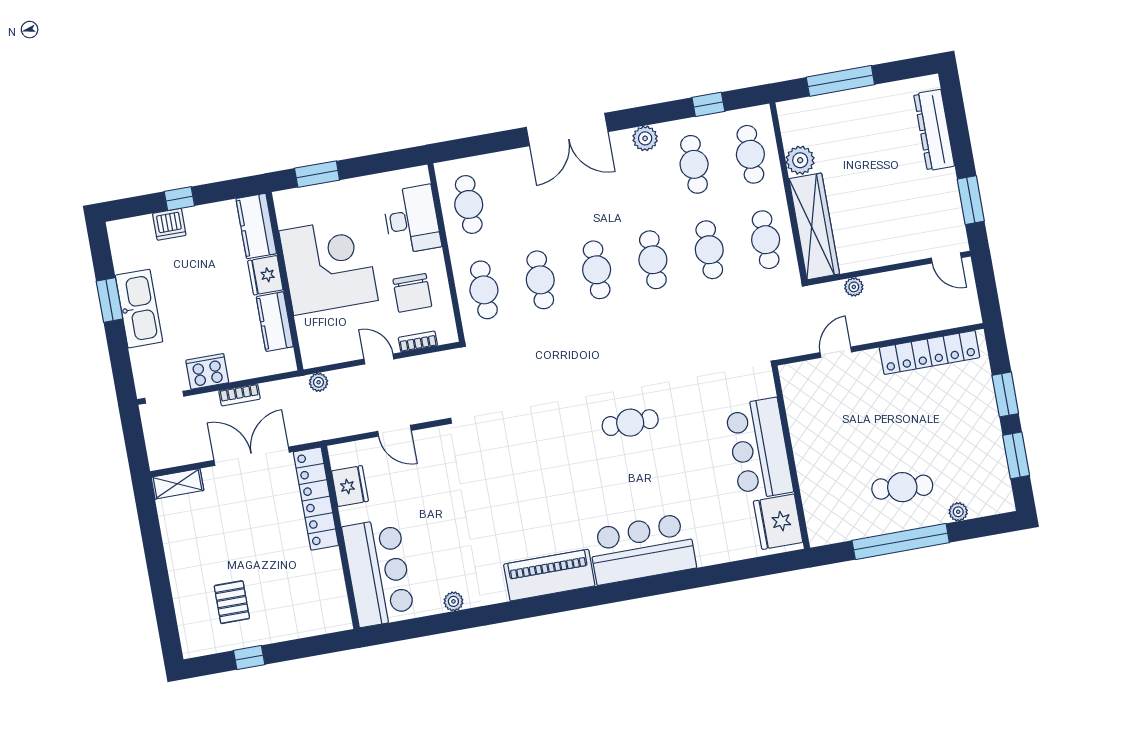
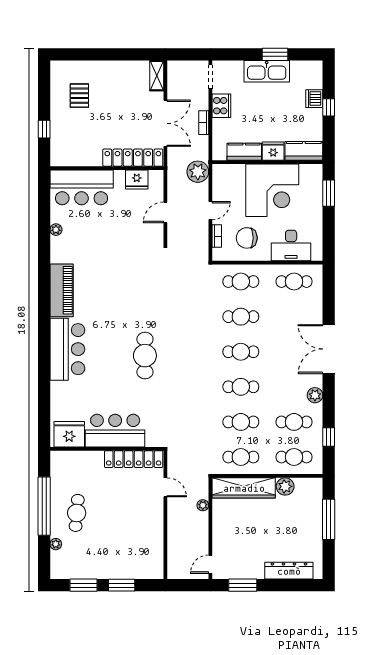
locker: (930, 352) -> (134, 459), moved, turned -90
plant: (319, 382) -> (198, 172), width x1.88, depth x1.88
cafe table: (630, 423) -> (145, 356), width x1.37, depth x1.35
pallet: (232, 602) -> (79, 96), turned 90
window: (249, 658) -> (44, 129), moved

